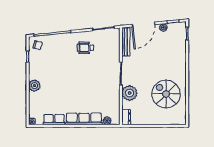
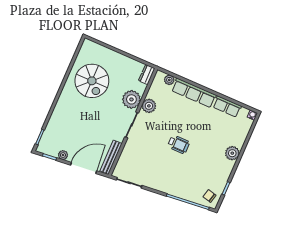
wheelchair: (85, 48) -> (179, 144), moved
plant: (114, 94) -> (149, 106), added

